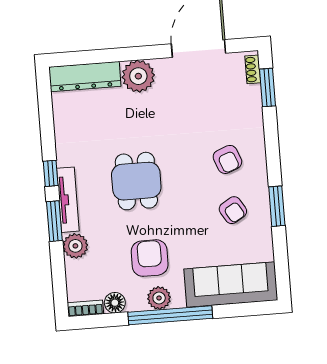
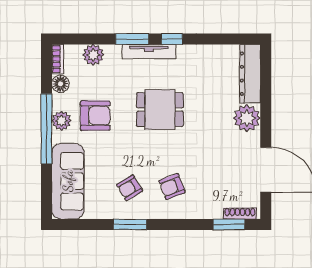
shoe rack: (253, 69) -> (240, 213), width x1.43
plant: (75, 246) -> (93, 55), moved

